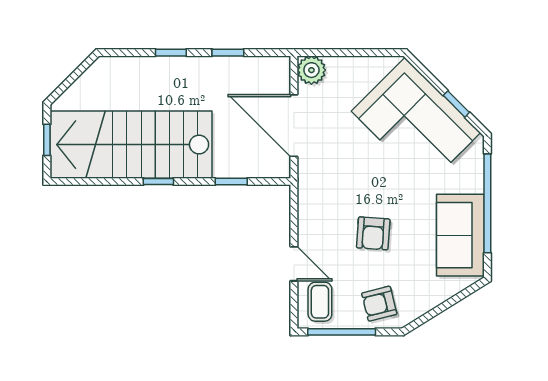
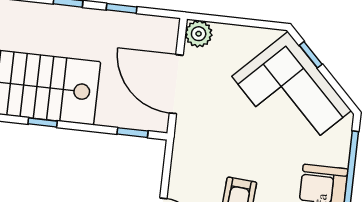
window: (456, 104) -> (311, 55), moved
window: (231, 182) -> (132, 133), moved

